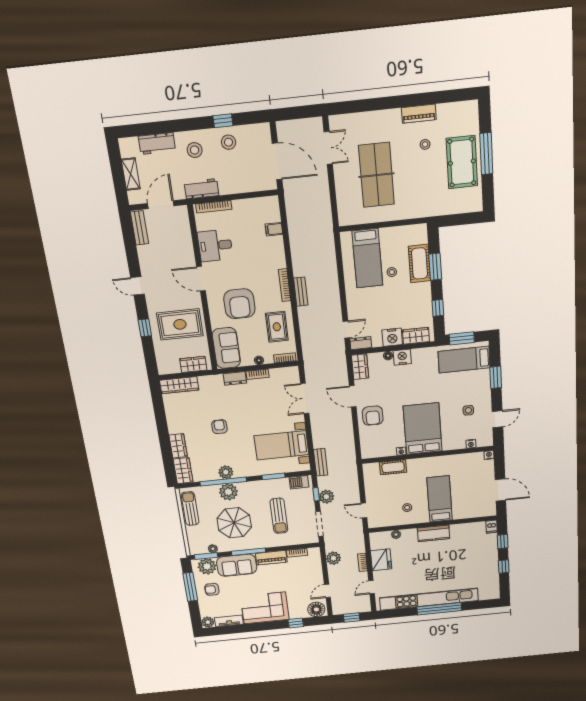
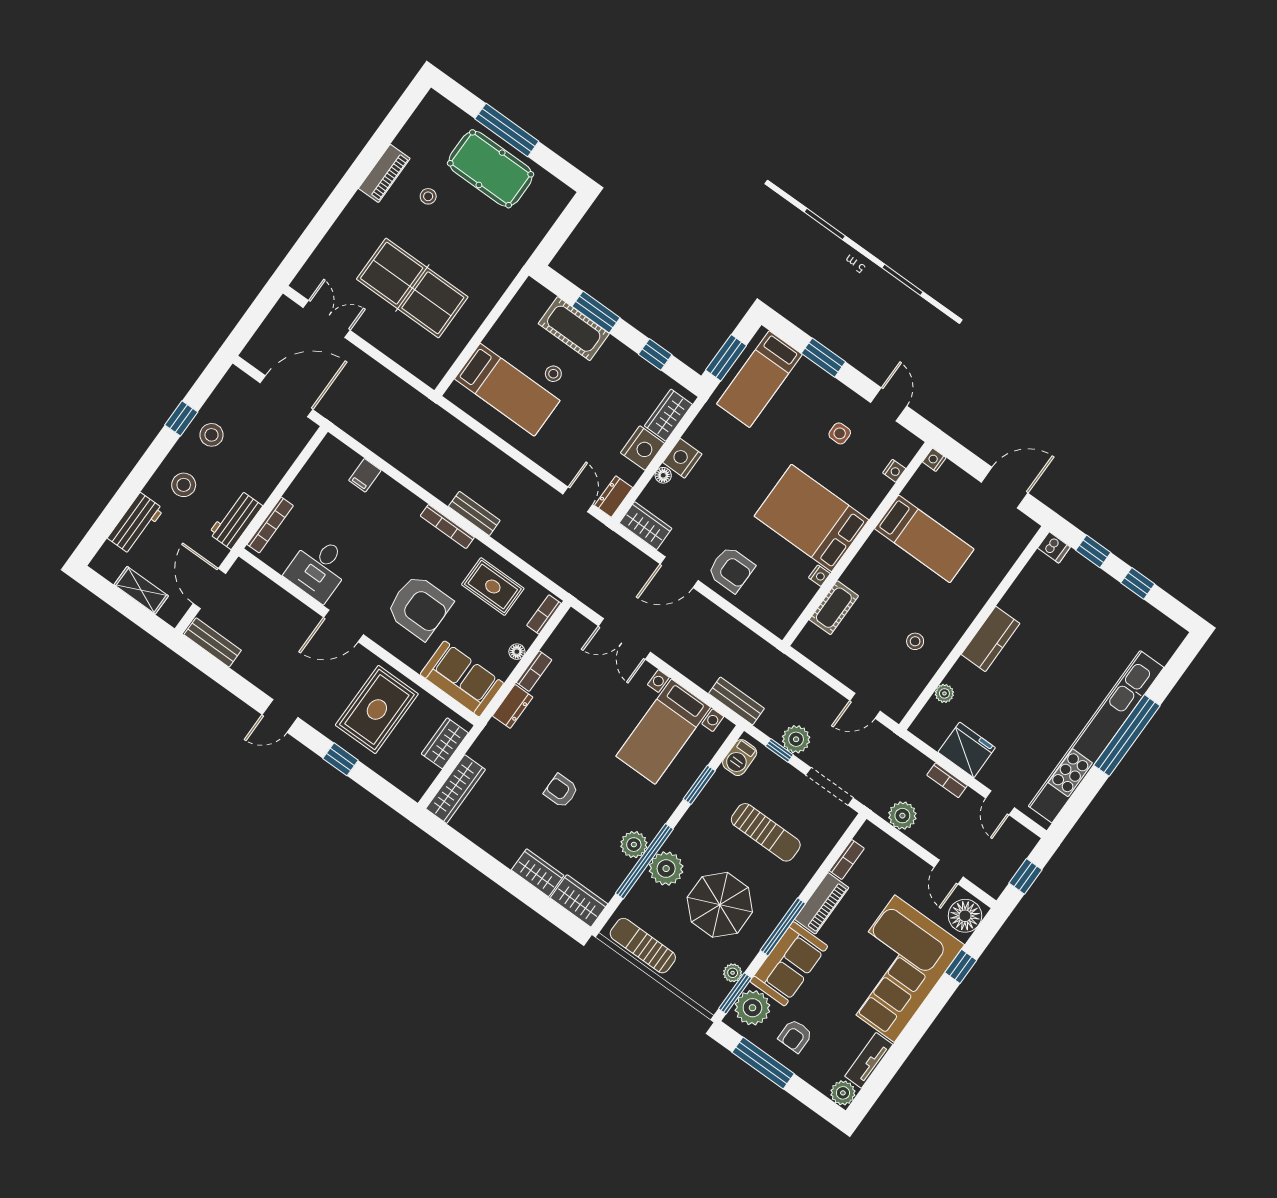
bed: (440, 499) -> (924, 539), moved, turned 180
corner sofa: (265, 608) -> (895, 969), width x1.36, depth x1.36

